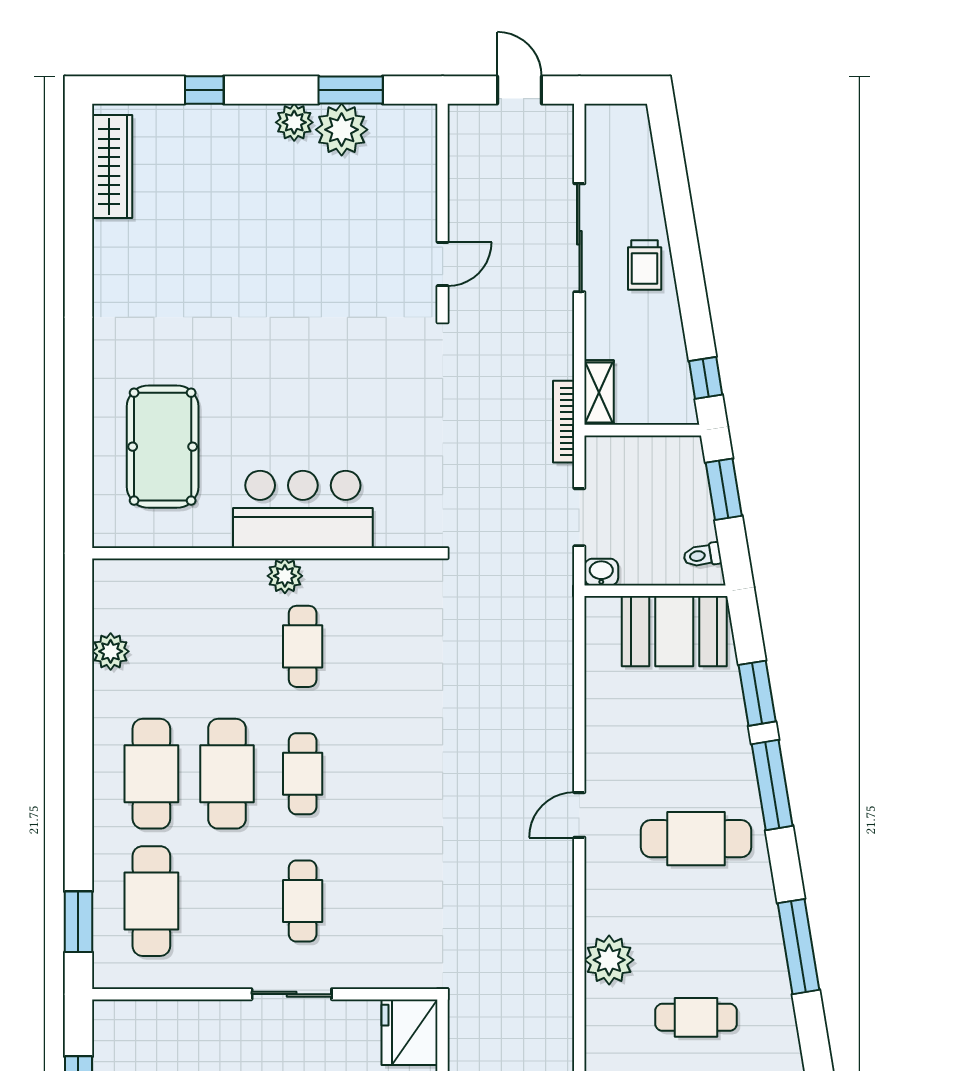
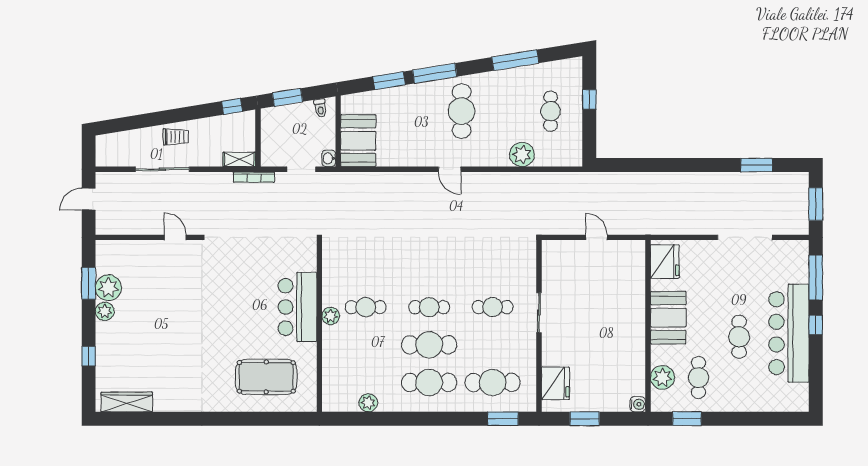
booth: (674, 631) -> (358, 141), moved
fridge: (410, 1032) -> (555, 383), moved, turned -90

